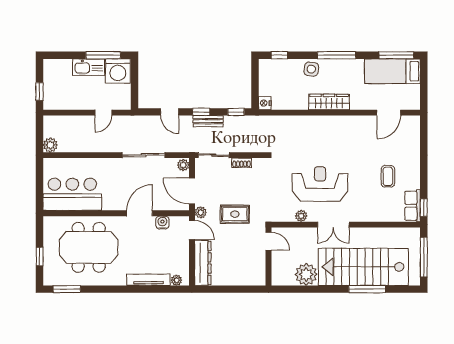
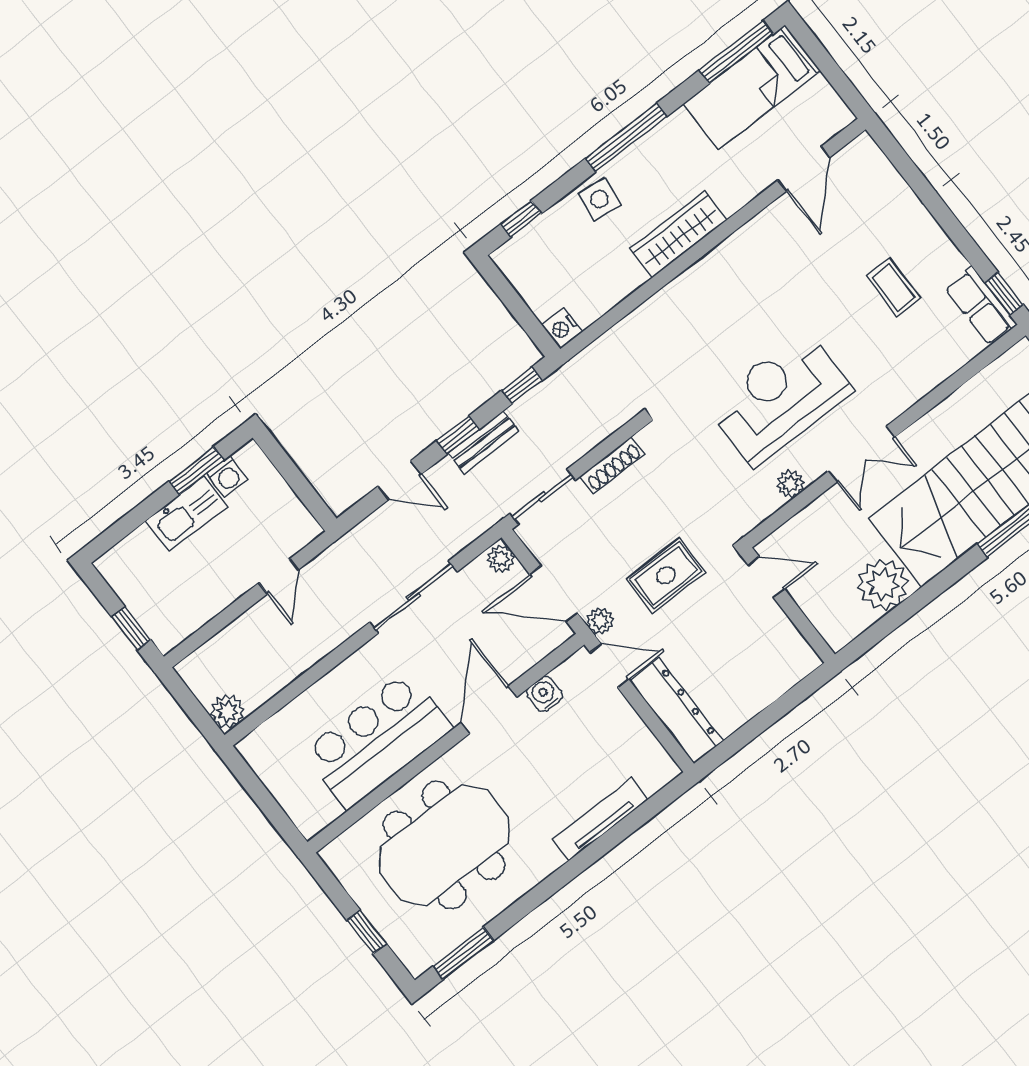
window: (103, 55) -> (196, 471), width x0.69
washing machine: (118, 71) -> (227, 476), width x0.53, depth x0.53
shoe rack: (242, 163) -> (612, 465), width x1.43
bar counter: (72, 194) -> (378, 740), moved
plant: (176, 280) -> (653, 780), removed

